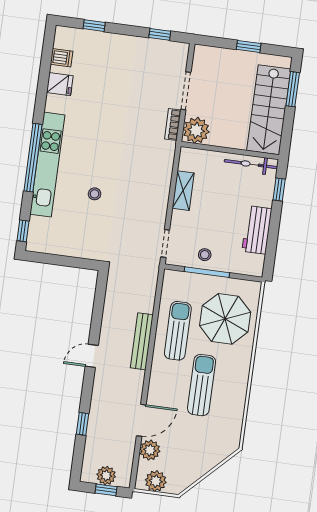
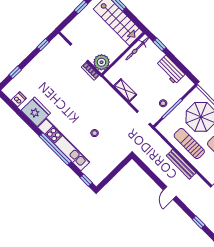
fridge: (60, 84) -> (36, 112), width x1.88, depth x1.34

